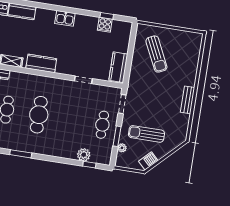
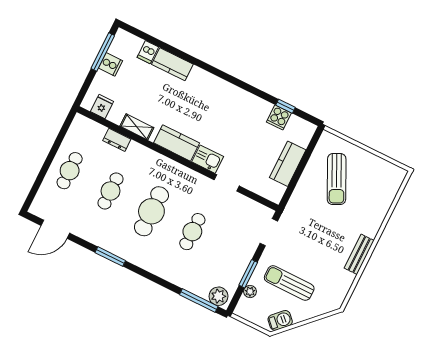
kitchen sink: (65, 18) -> (208, 159), moved, turned 180
kitchen counter: (118, 67) -> (288, 164), moved
cafe table: (102, 125) -> (192, 232), moved
plant: (84, 155) -> (218, 296), moved
window: (89, 165) -> (199, 300), width x2.17

